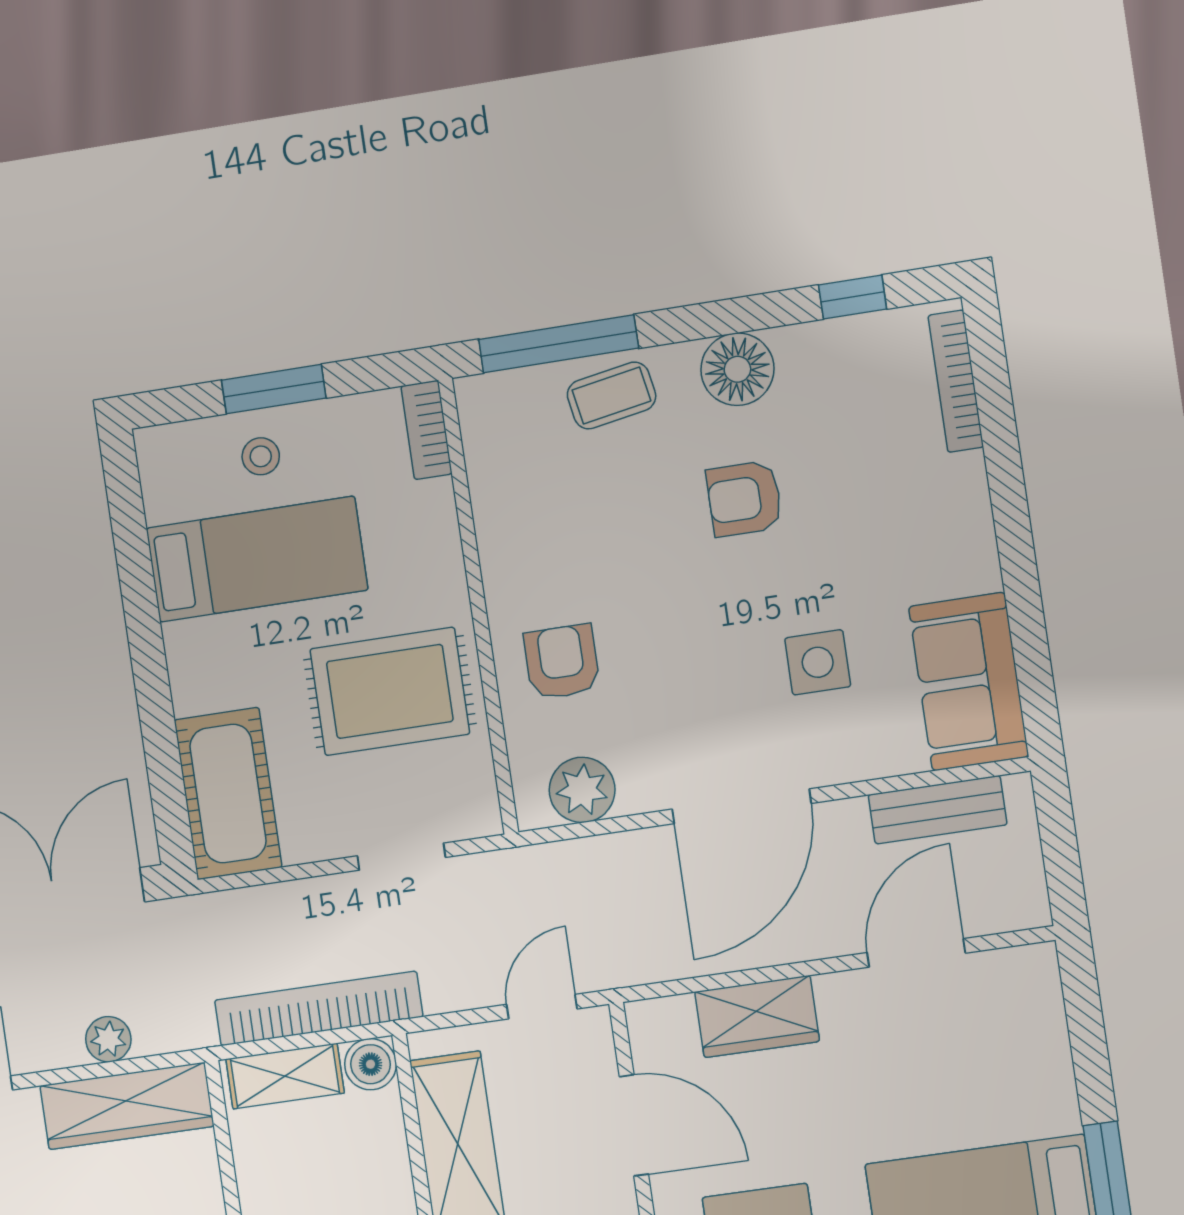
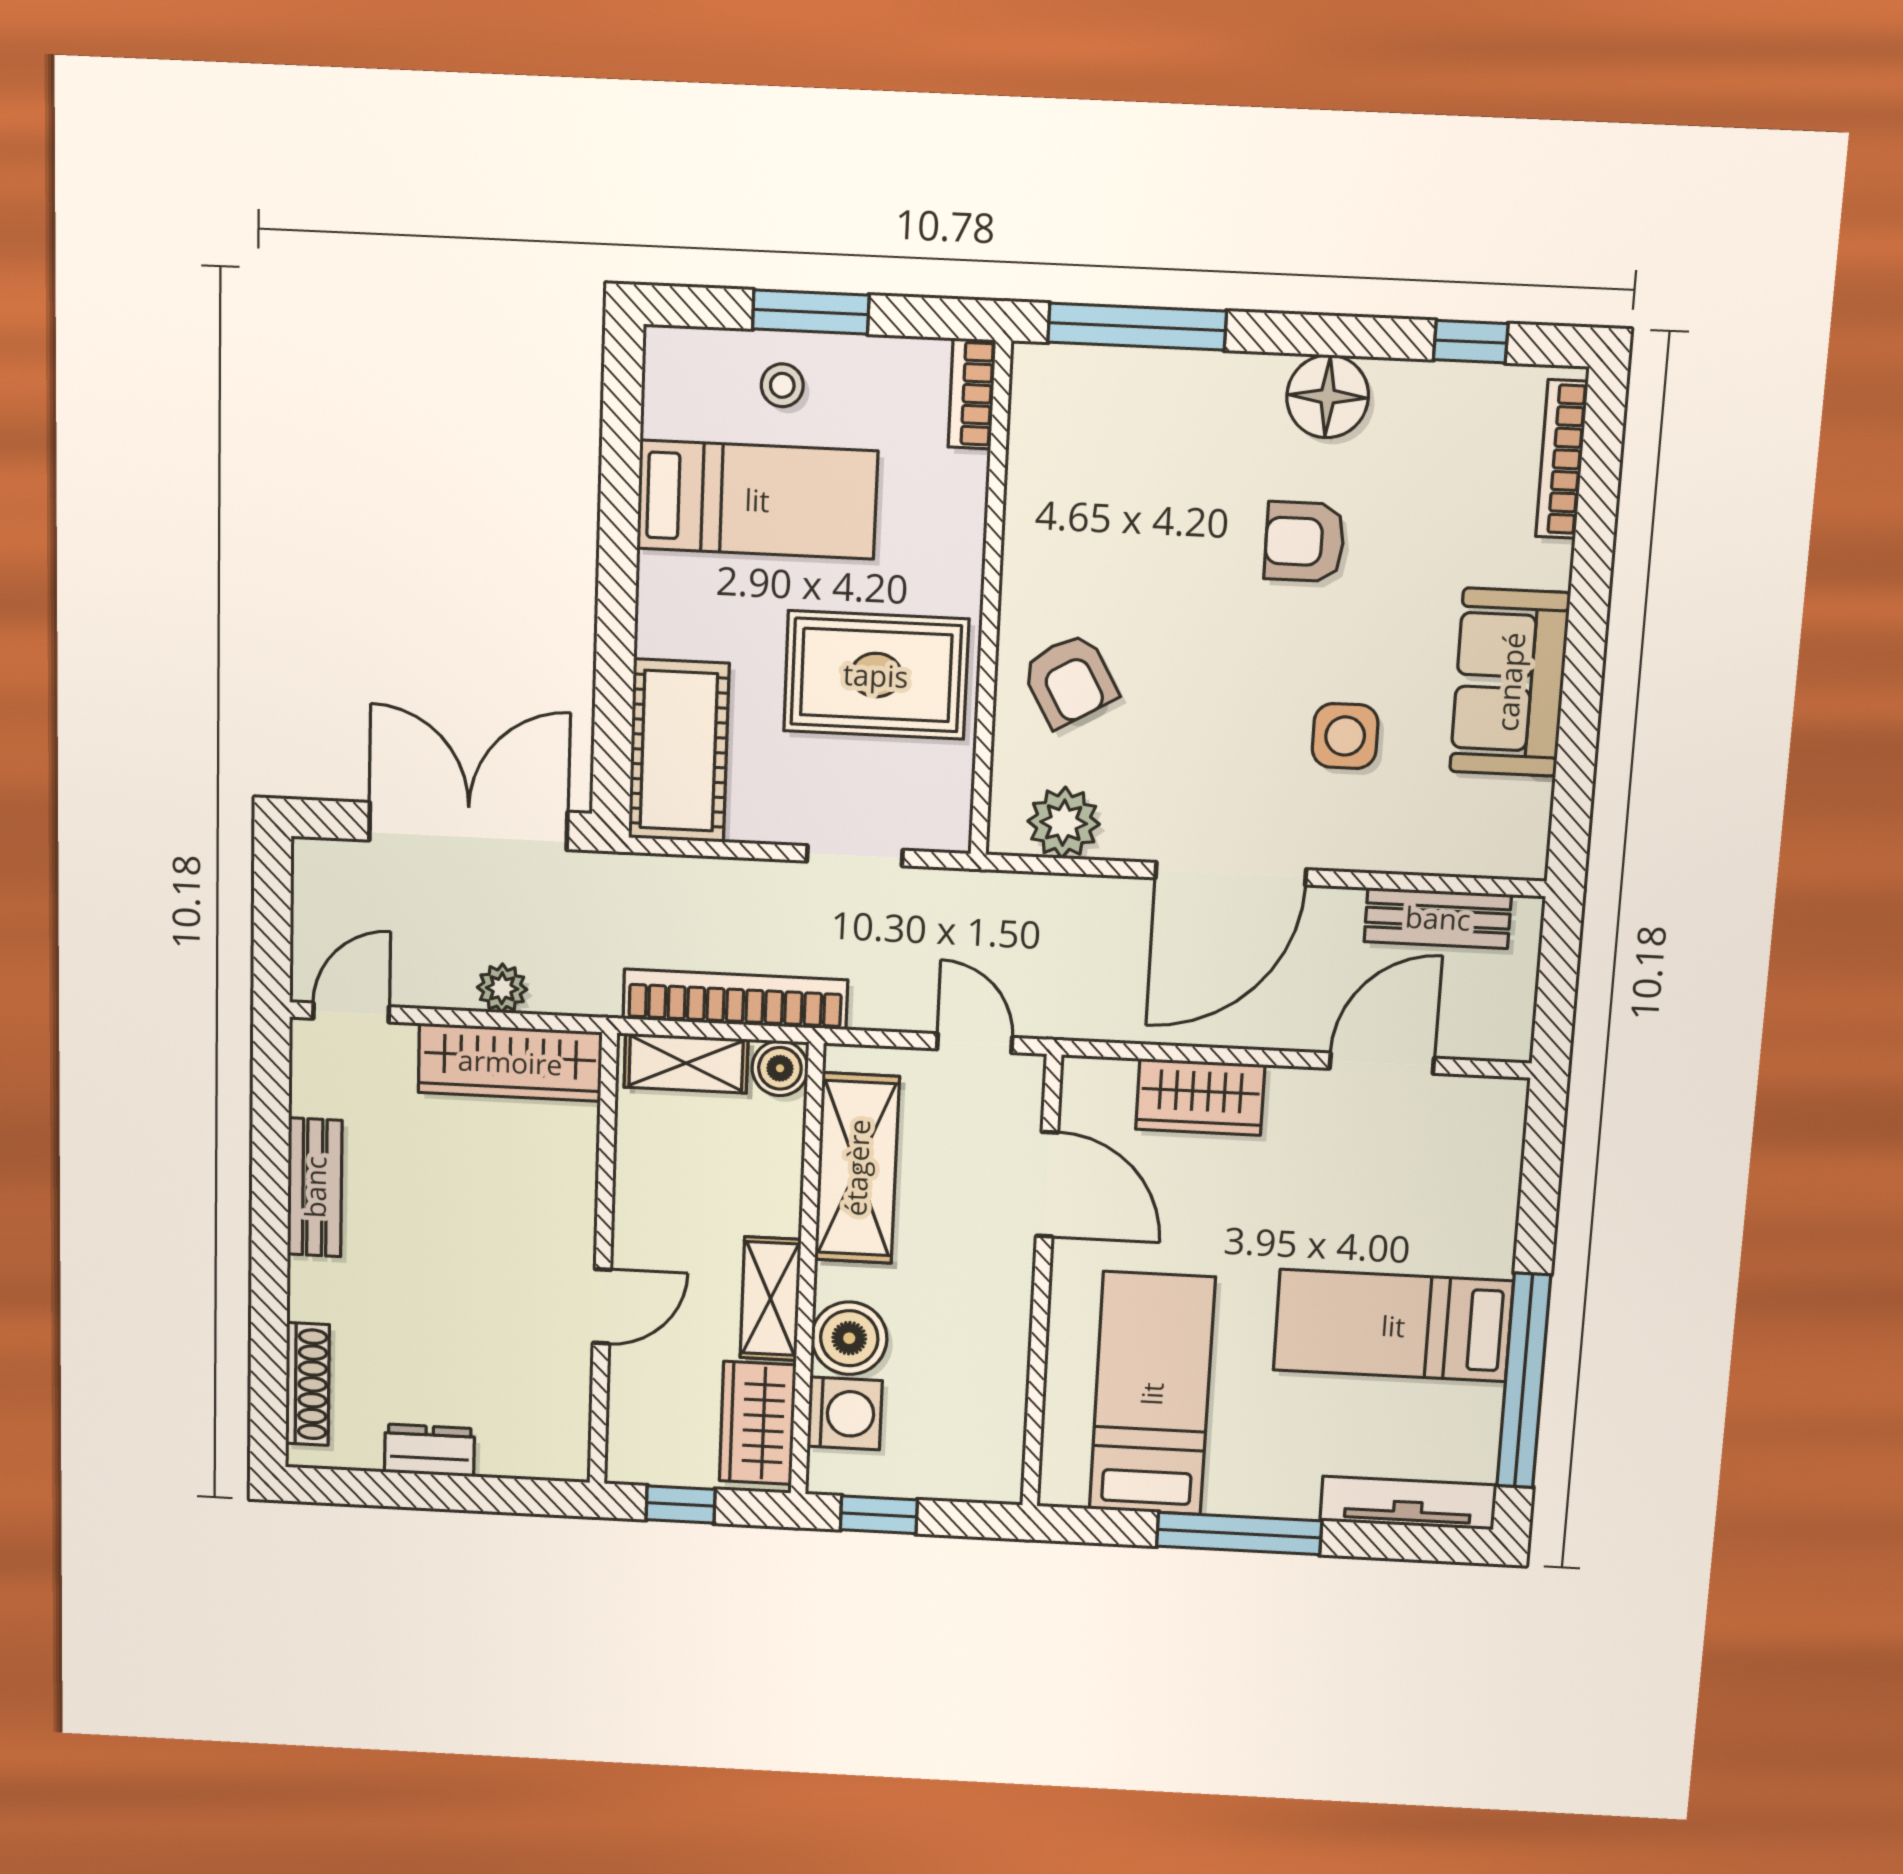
coffee table: (611, 396) -> (1184, 397), removed
armchair: (562, 662) -> (1070, 680), turned 150
sofa: (969, 682) -> (1510, 682), moved
door: (542, 1007) -> (975, 1043), hinge flipped

